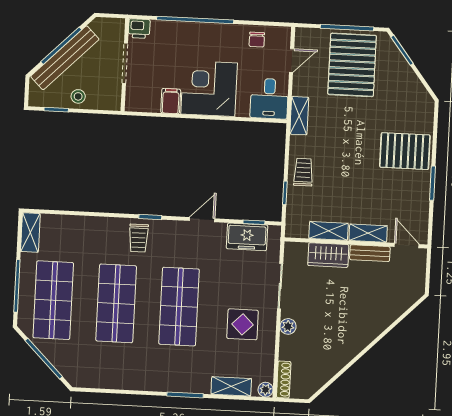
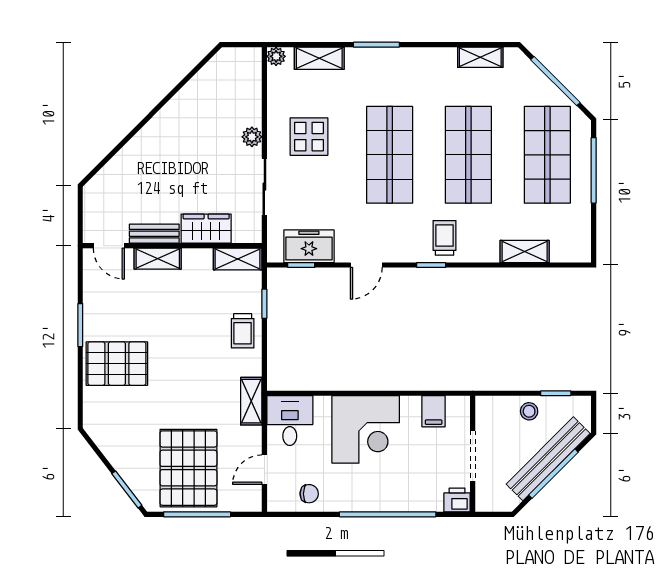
chair: (257, 40) -> (309, 494), turned 91
filing cabinet: (171, 101) -> (434, 411), moved
shelving: (329, 231) -> (238, 259), moved
shelving: (30, 233) -> (525, 252), moved, turned 90
shoe rack: (284, 379) -> (254, 70), removed
shelving: (103, 381) -> (480, 57), added

